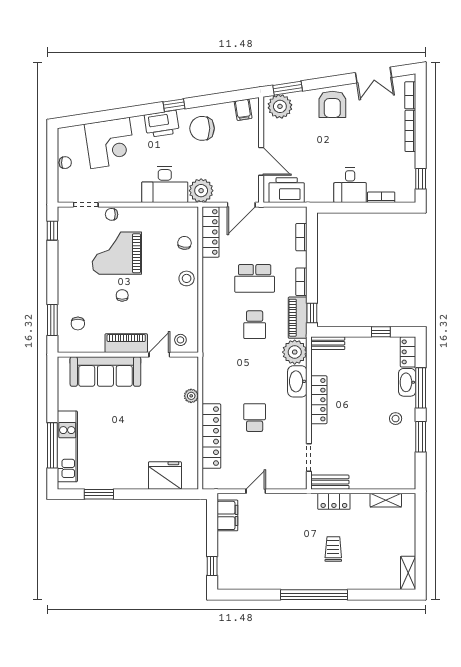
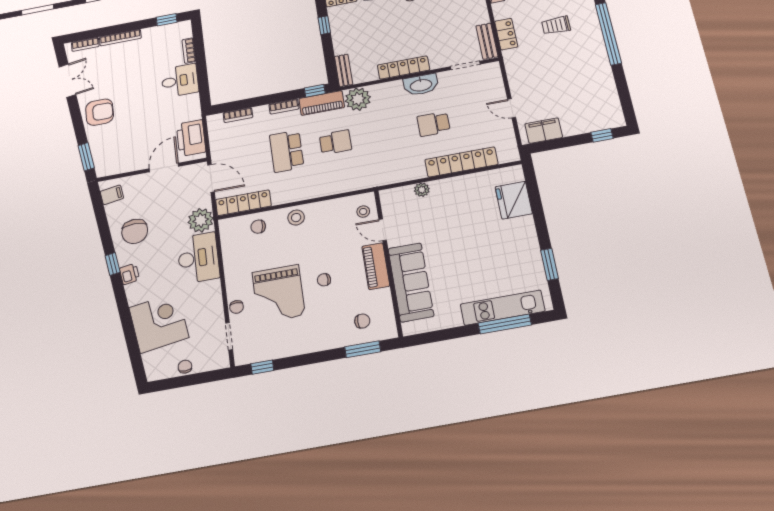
plant: (280, 106) -> (106, 160), removed
printer: (162, 124) -> (129, 274), width x0.53, depth x0.68
school desk: (255, 278) -> (287, 151), turned 180
washbasin: (297, 381) -> (421, 85), moved

